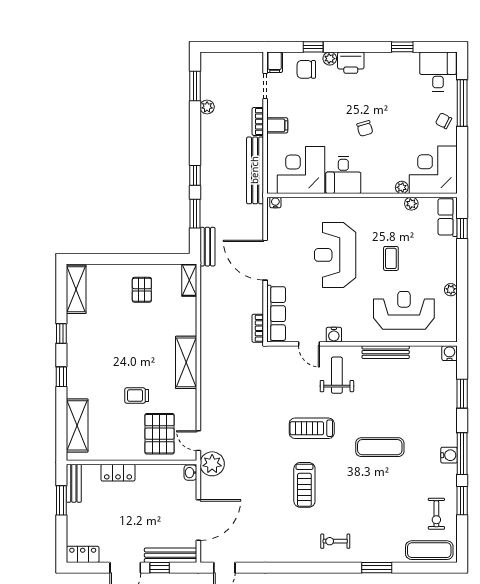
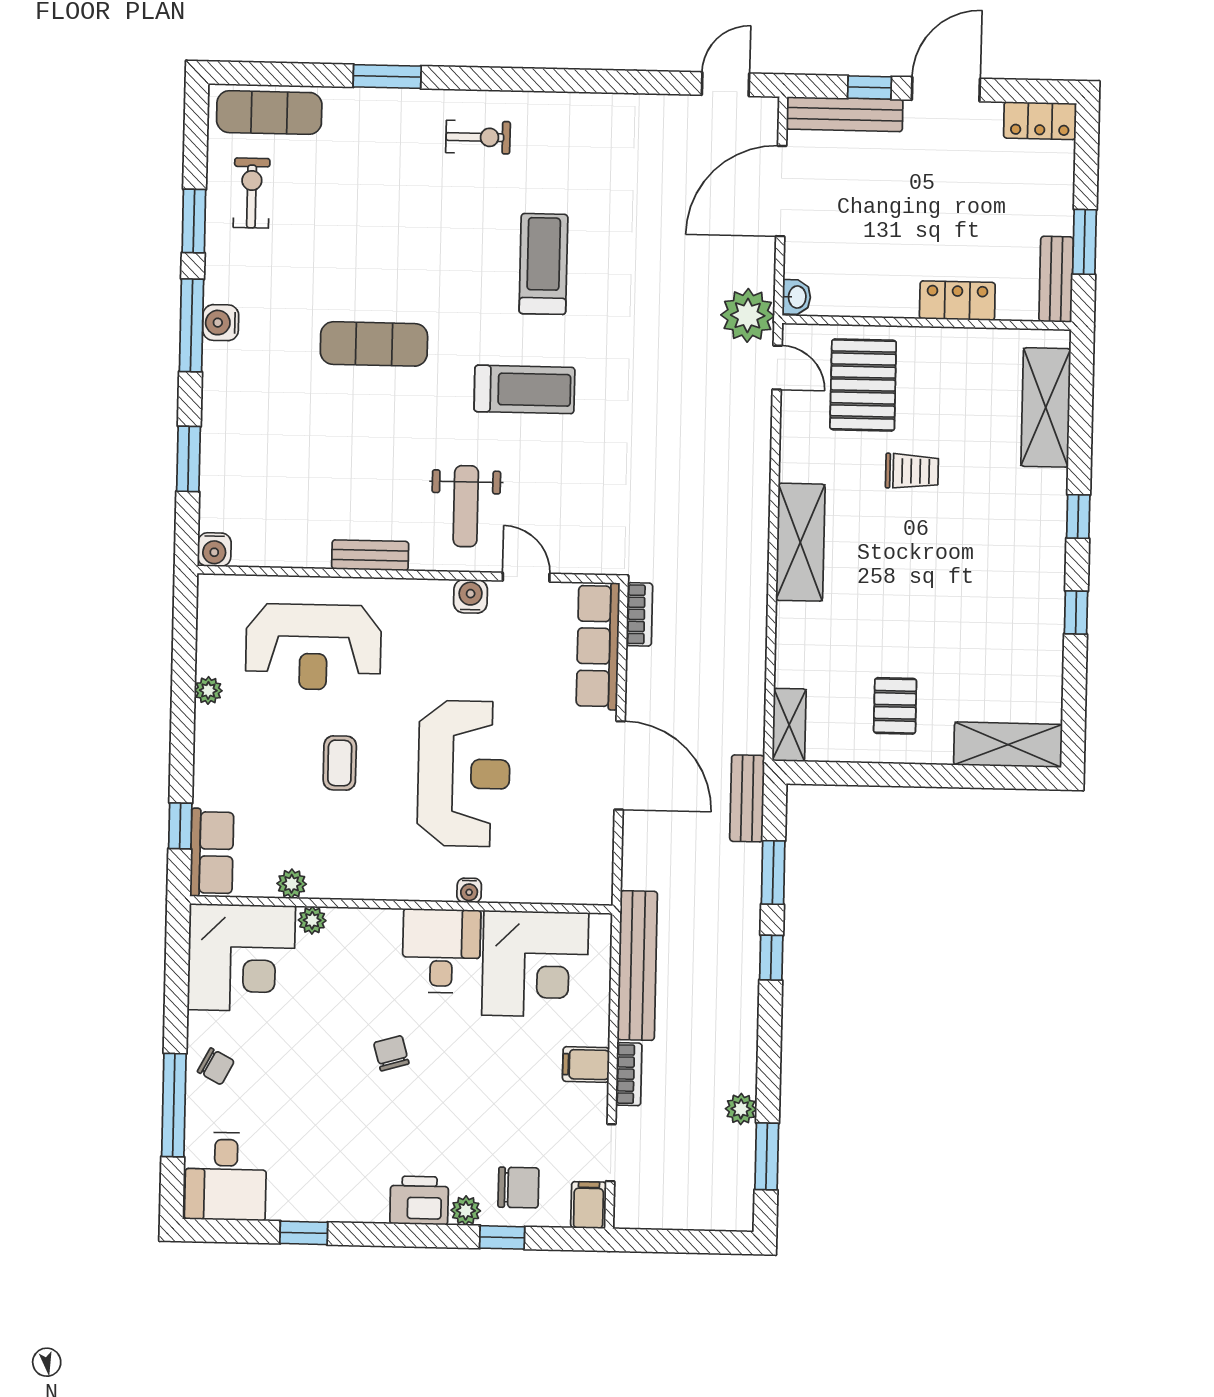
water cooler: (275, 202) -> (469, 890), moved
shelving: (76, 289) -> (1008, 745), moved, turned 90
bench: (386, 352) -> (370, 555), width x0.73

